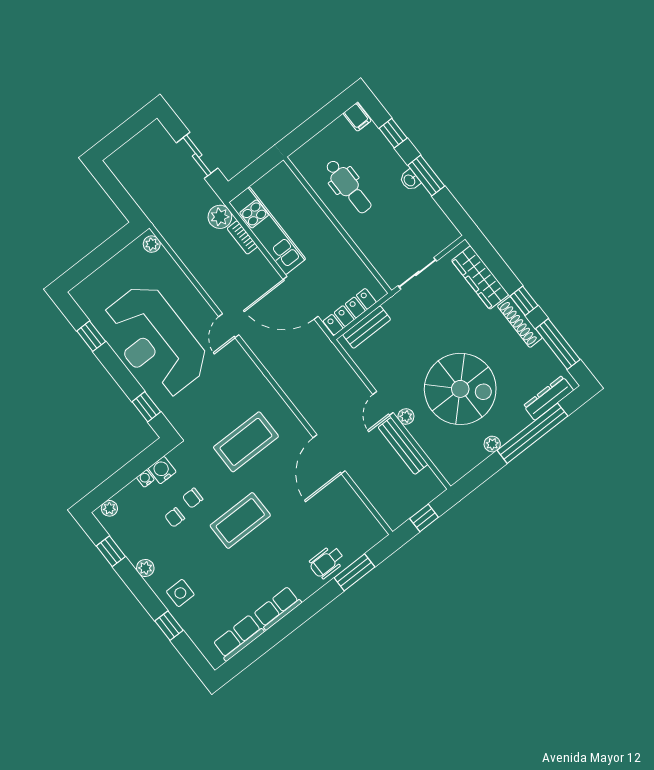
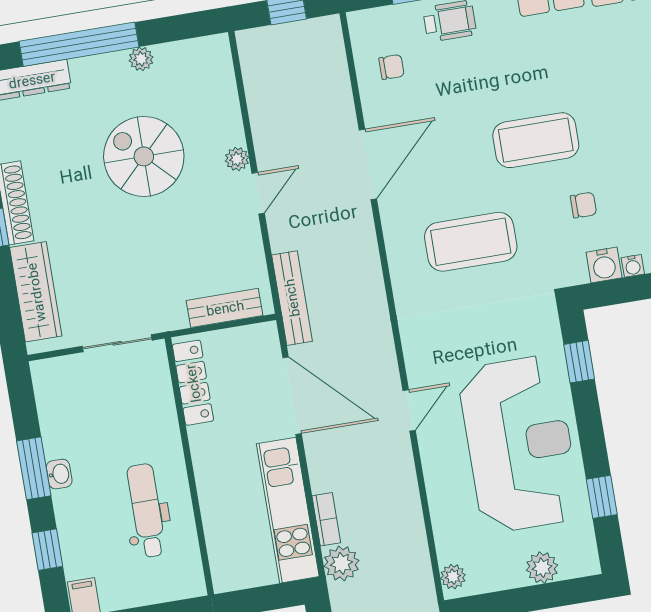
plant: (103, 277) -> (542, 568), added
locker: (350, 312) -> (193, 383), moved, turned -90
spiral stairs: (460, 389) -> (144, 156), width x0.73, depth x0.73
bench: (403, 446) -> (292, 298), moved
chair: (175, 517) -> (391, 67), moved

